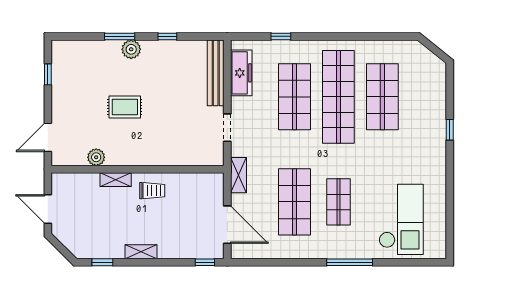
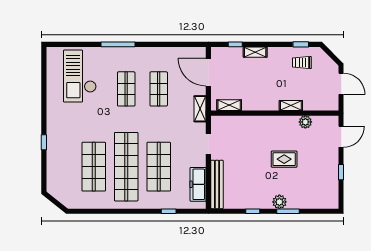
window: (48, 74) -> (341, 172), moved
shelving: (199, 180) -> (229, 105), added
trolley: (152, 191) -> (302, 63), moved
shop shelf: (295, 202) -> (159, 89), width x0.70, depth x0.74
shelving: (141, 252) -> (255, 52), moved
window: (205, 262) -> (235, 44), moved

